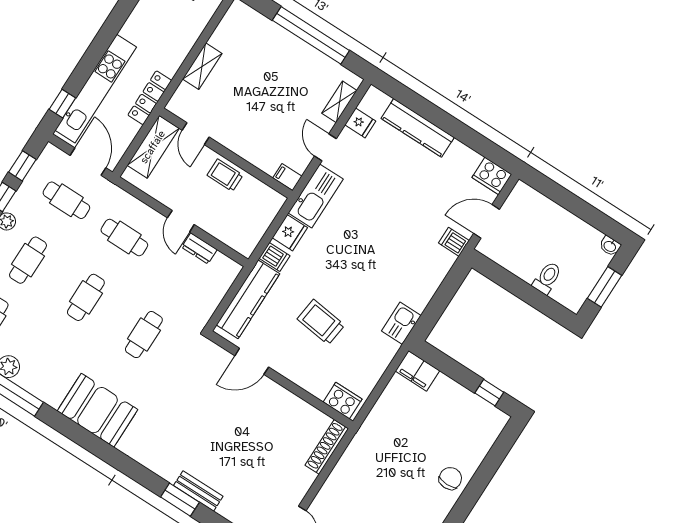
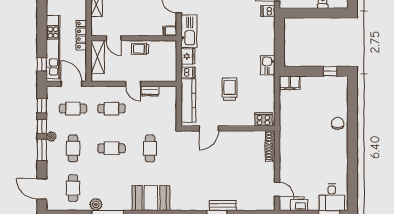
cafe table: (86, 297) -> (111, 148), turned 90
trolley: (321, 322) -> (230, 89), turned 83

